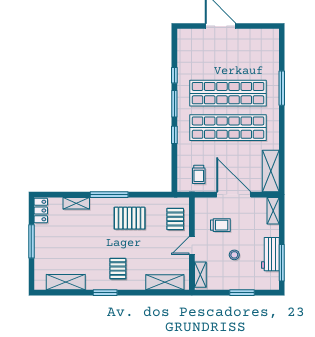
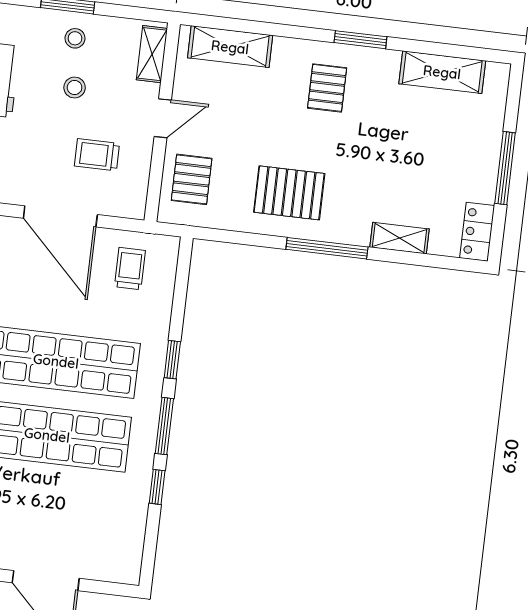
stool: (237, 278) -> (75, 38), added

